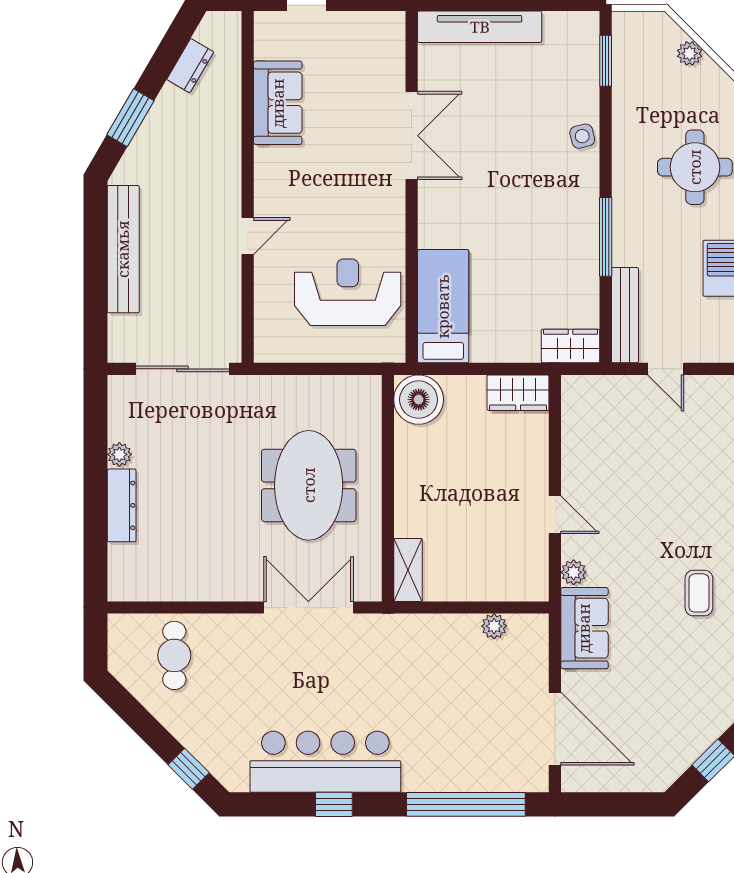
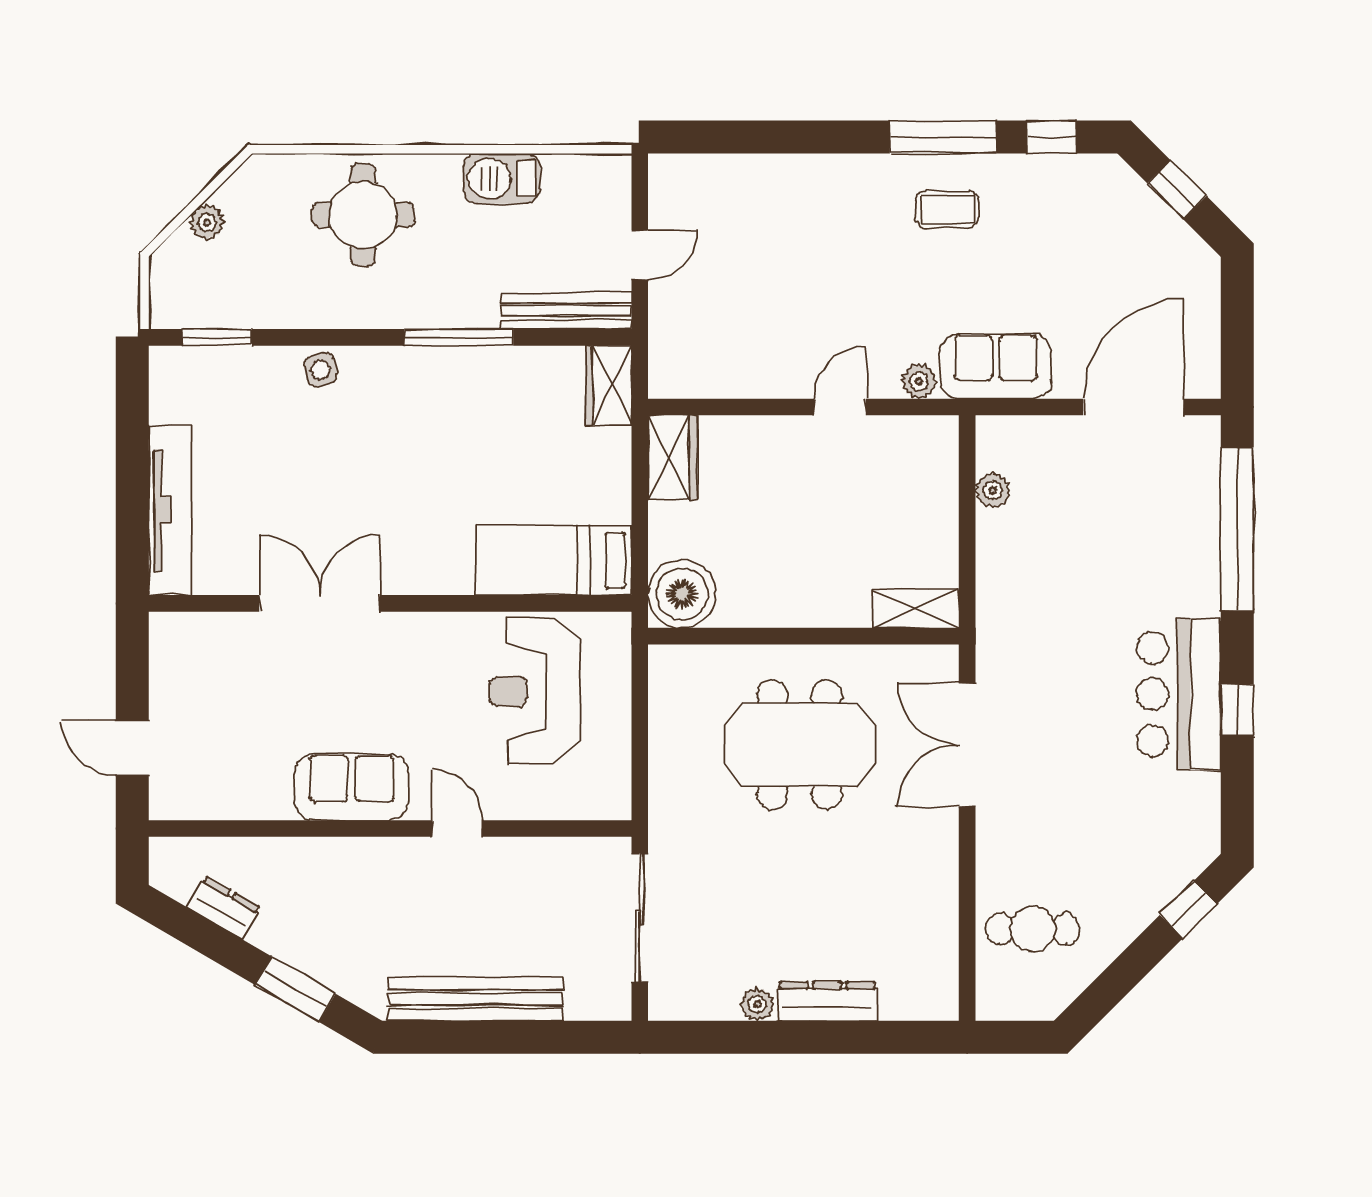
sofa: (278, 103) -> (351, 787), moved
bar counter: (325, 762) -> (1179, 694), width x0.73

